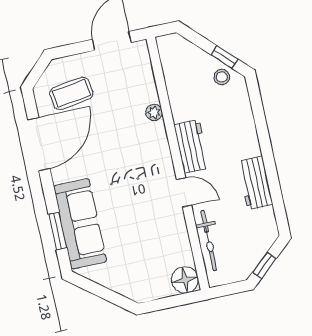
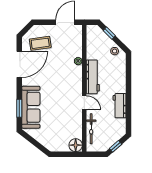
window: (224, 57) -> (109, 33), moved
workbench: (192, 146) -> (93, 77), width x1.38

